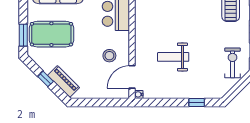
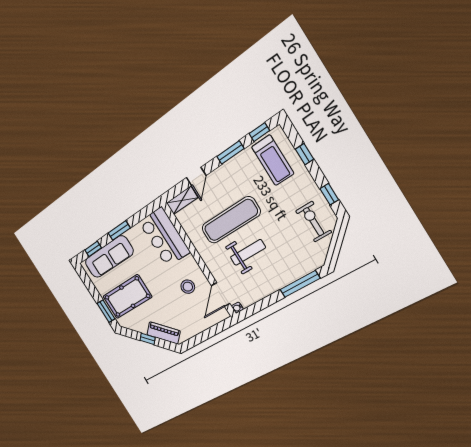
exercise mat: (175, 26) -> (231, 220), added
weight bench: (173, 57) -> (248, 252), turned 180
window: (197, 102) -> (300, 284), width x2.17

